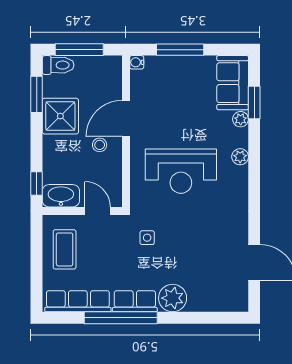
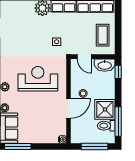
window: (180, 50) -> (18, 147), moved
toilet: (58, 65) -> (106, 126), moved
window: (37, 94) -> (118, 122), width x1.44

